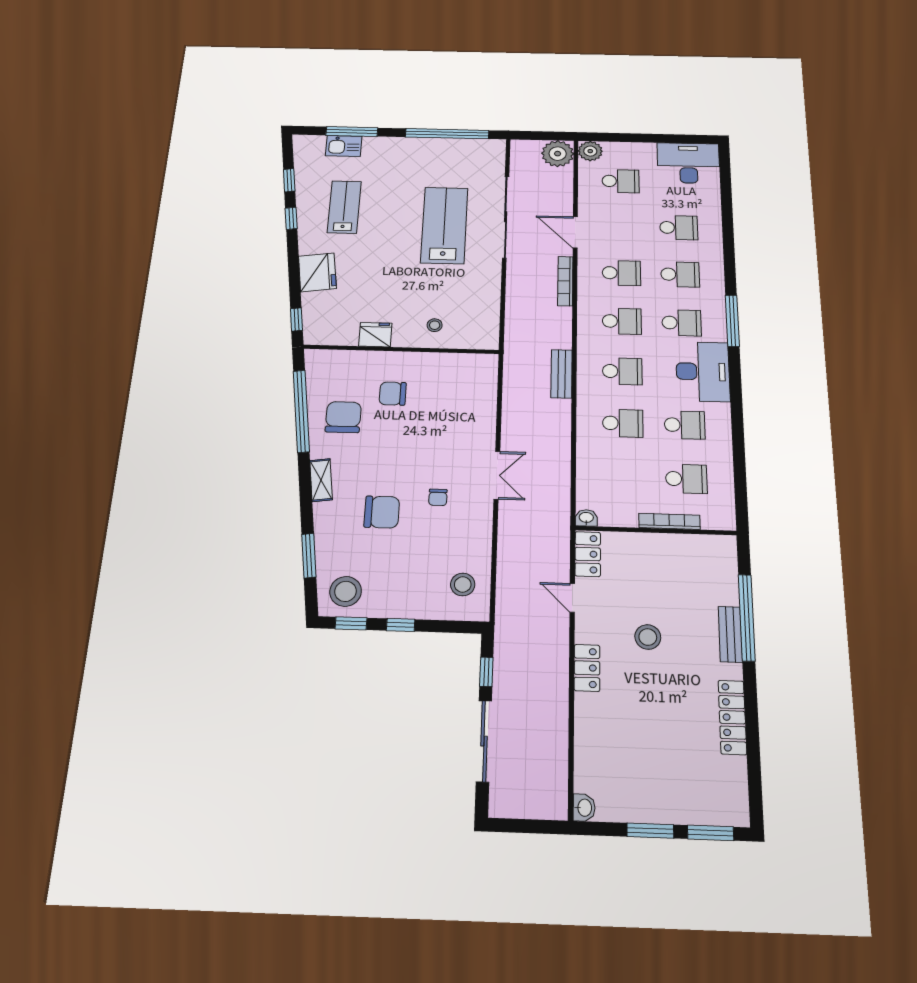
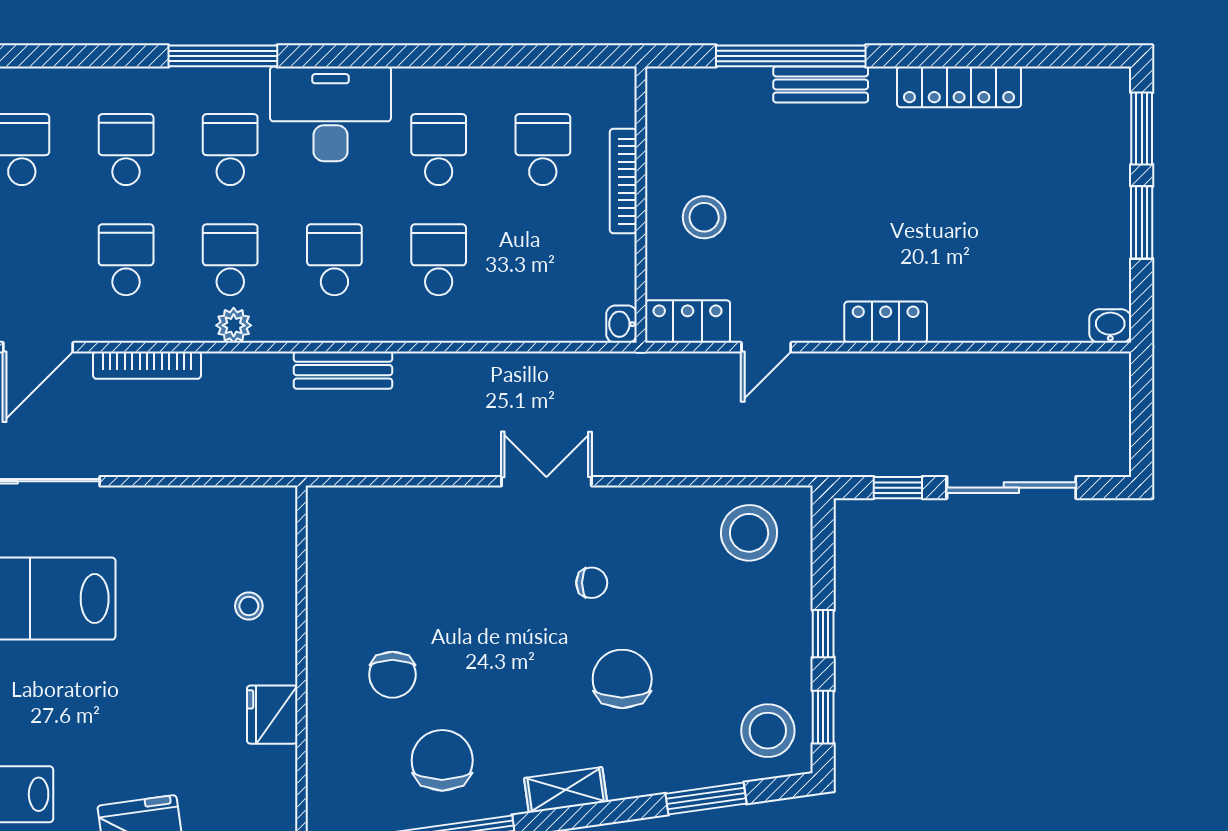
plant: (586, 322) -> (234, 325), added
chair: (343, 417) -> (442, 760), turned 90
stool: (463, 584) -> (749, 533), width x1.38, depth x1.38
stool: (648, 637) -> (704, 217), moved

